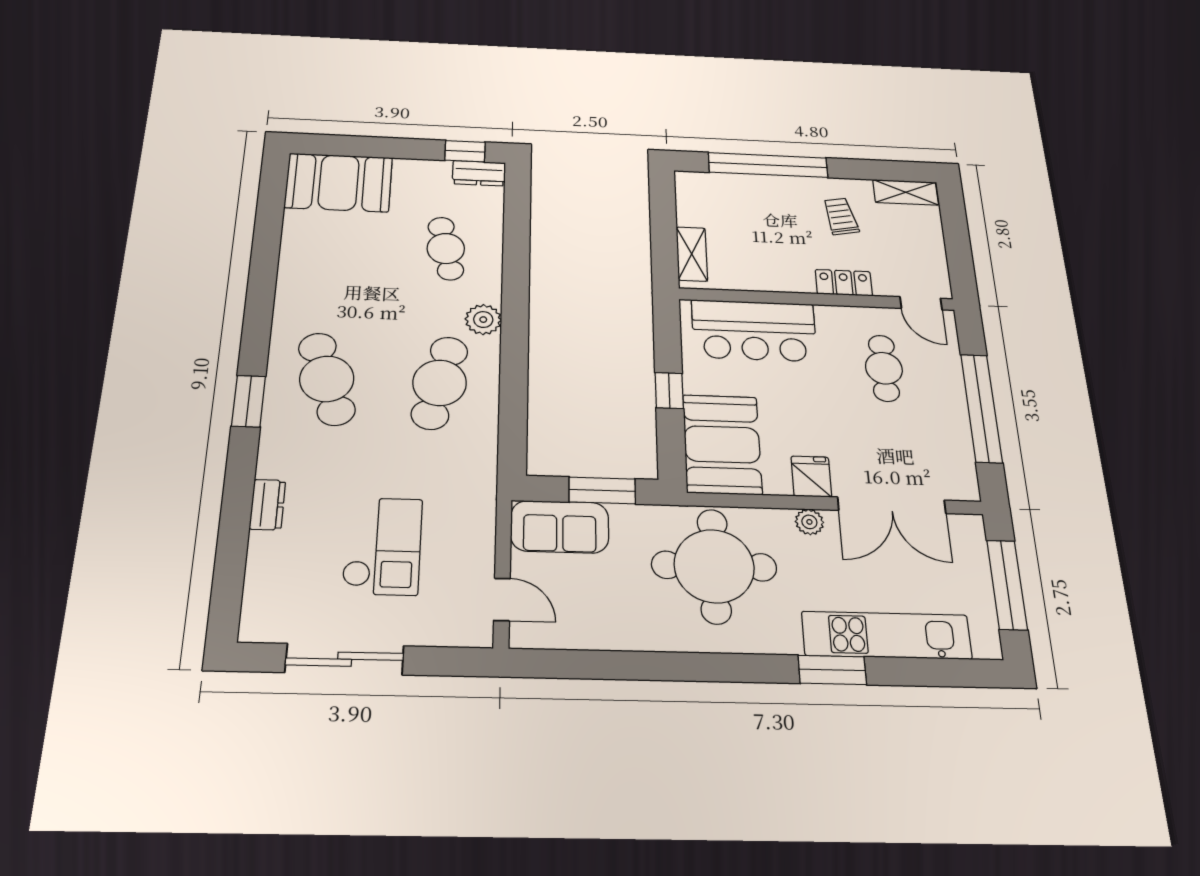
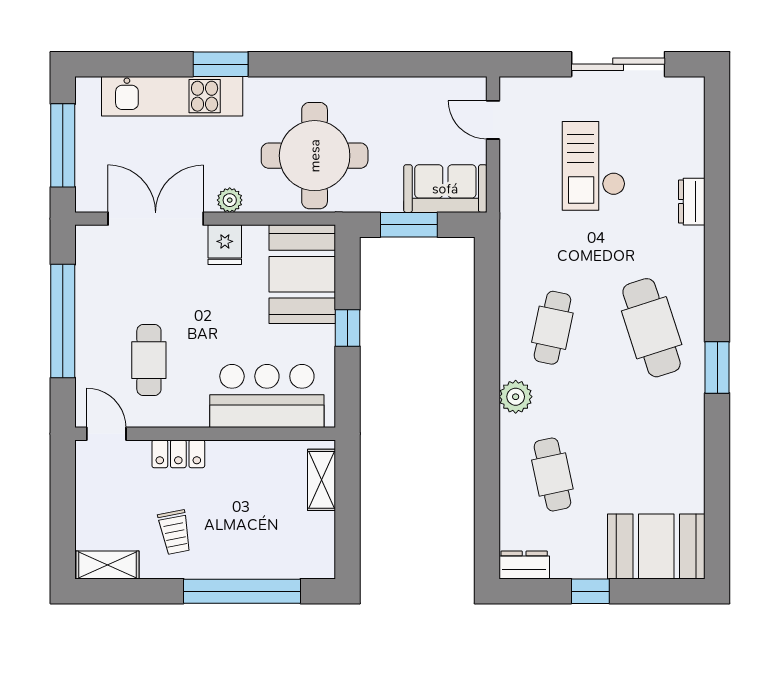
window: (465, 151) -> (590, 591), moved
cafe table: (440, 383) -> (552, 328), width x0.73, depth x0.74
window: (249, 401) -> (717, 367), moved

